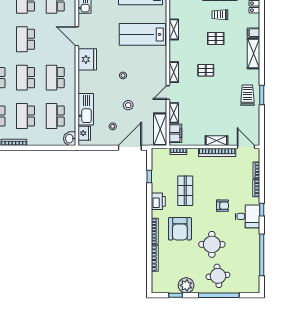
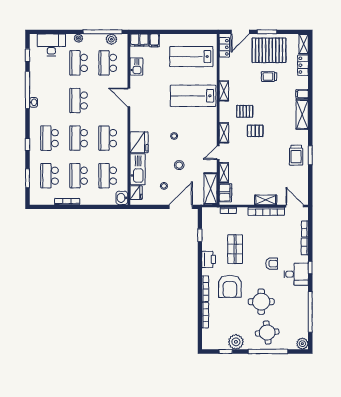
pallet: (216, 39) -> (245, 111), moved
fridge: (87, 59) -> (139, 142), moved
trolley: (247, 95) -> (296, 155), turned 180
plant: (254, 287) -> (302, 344), added

